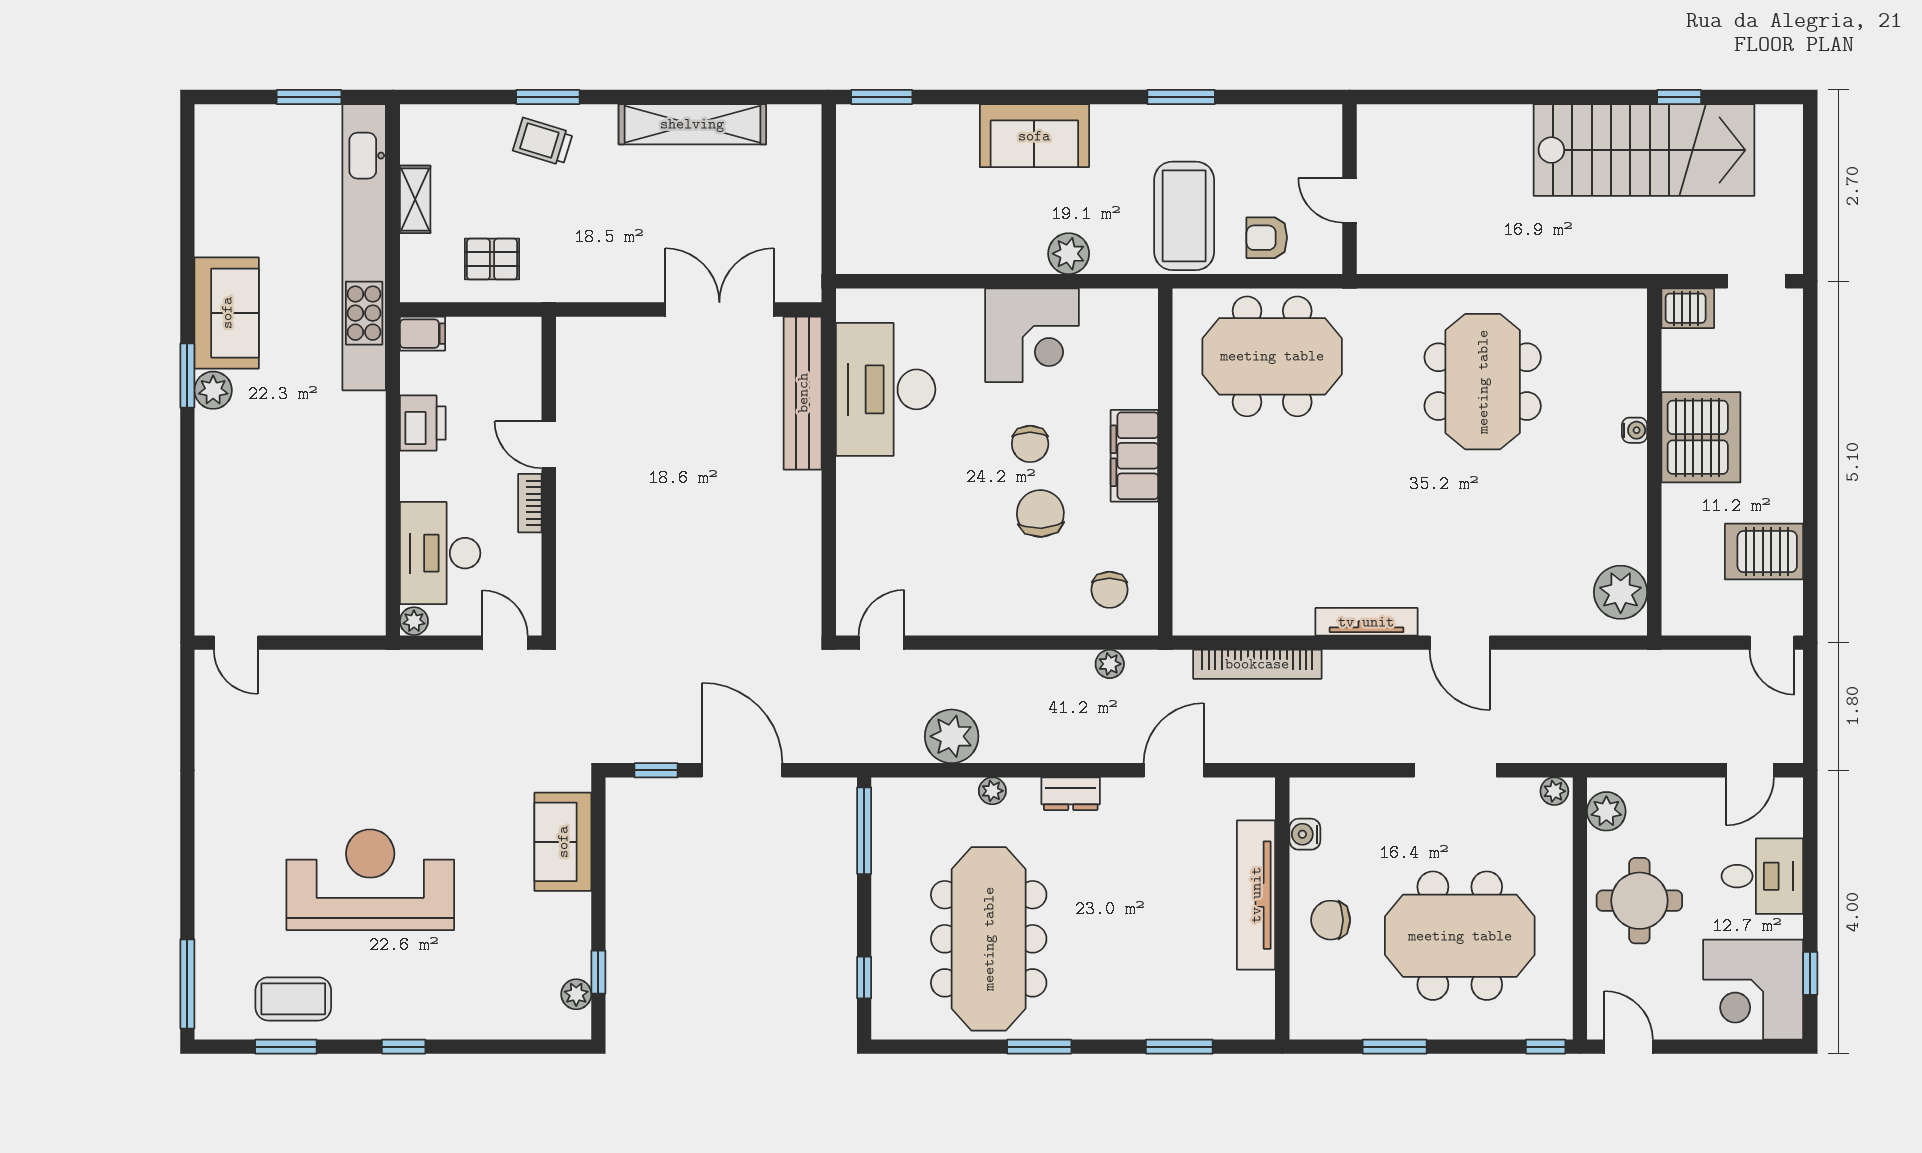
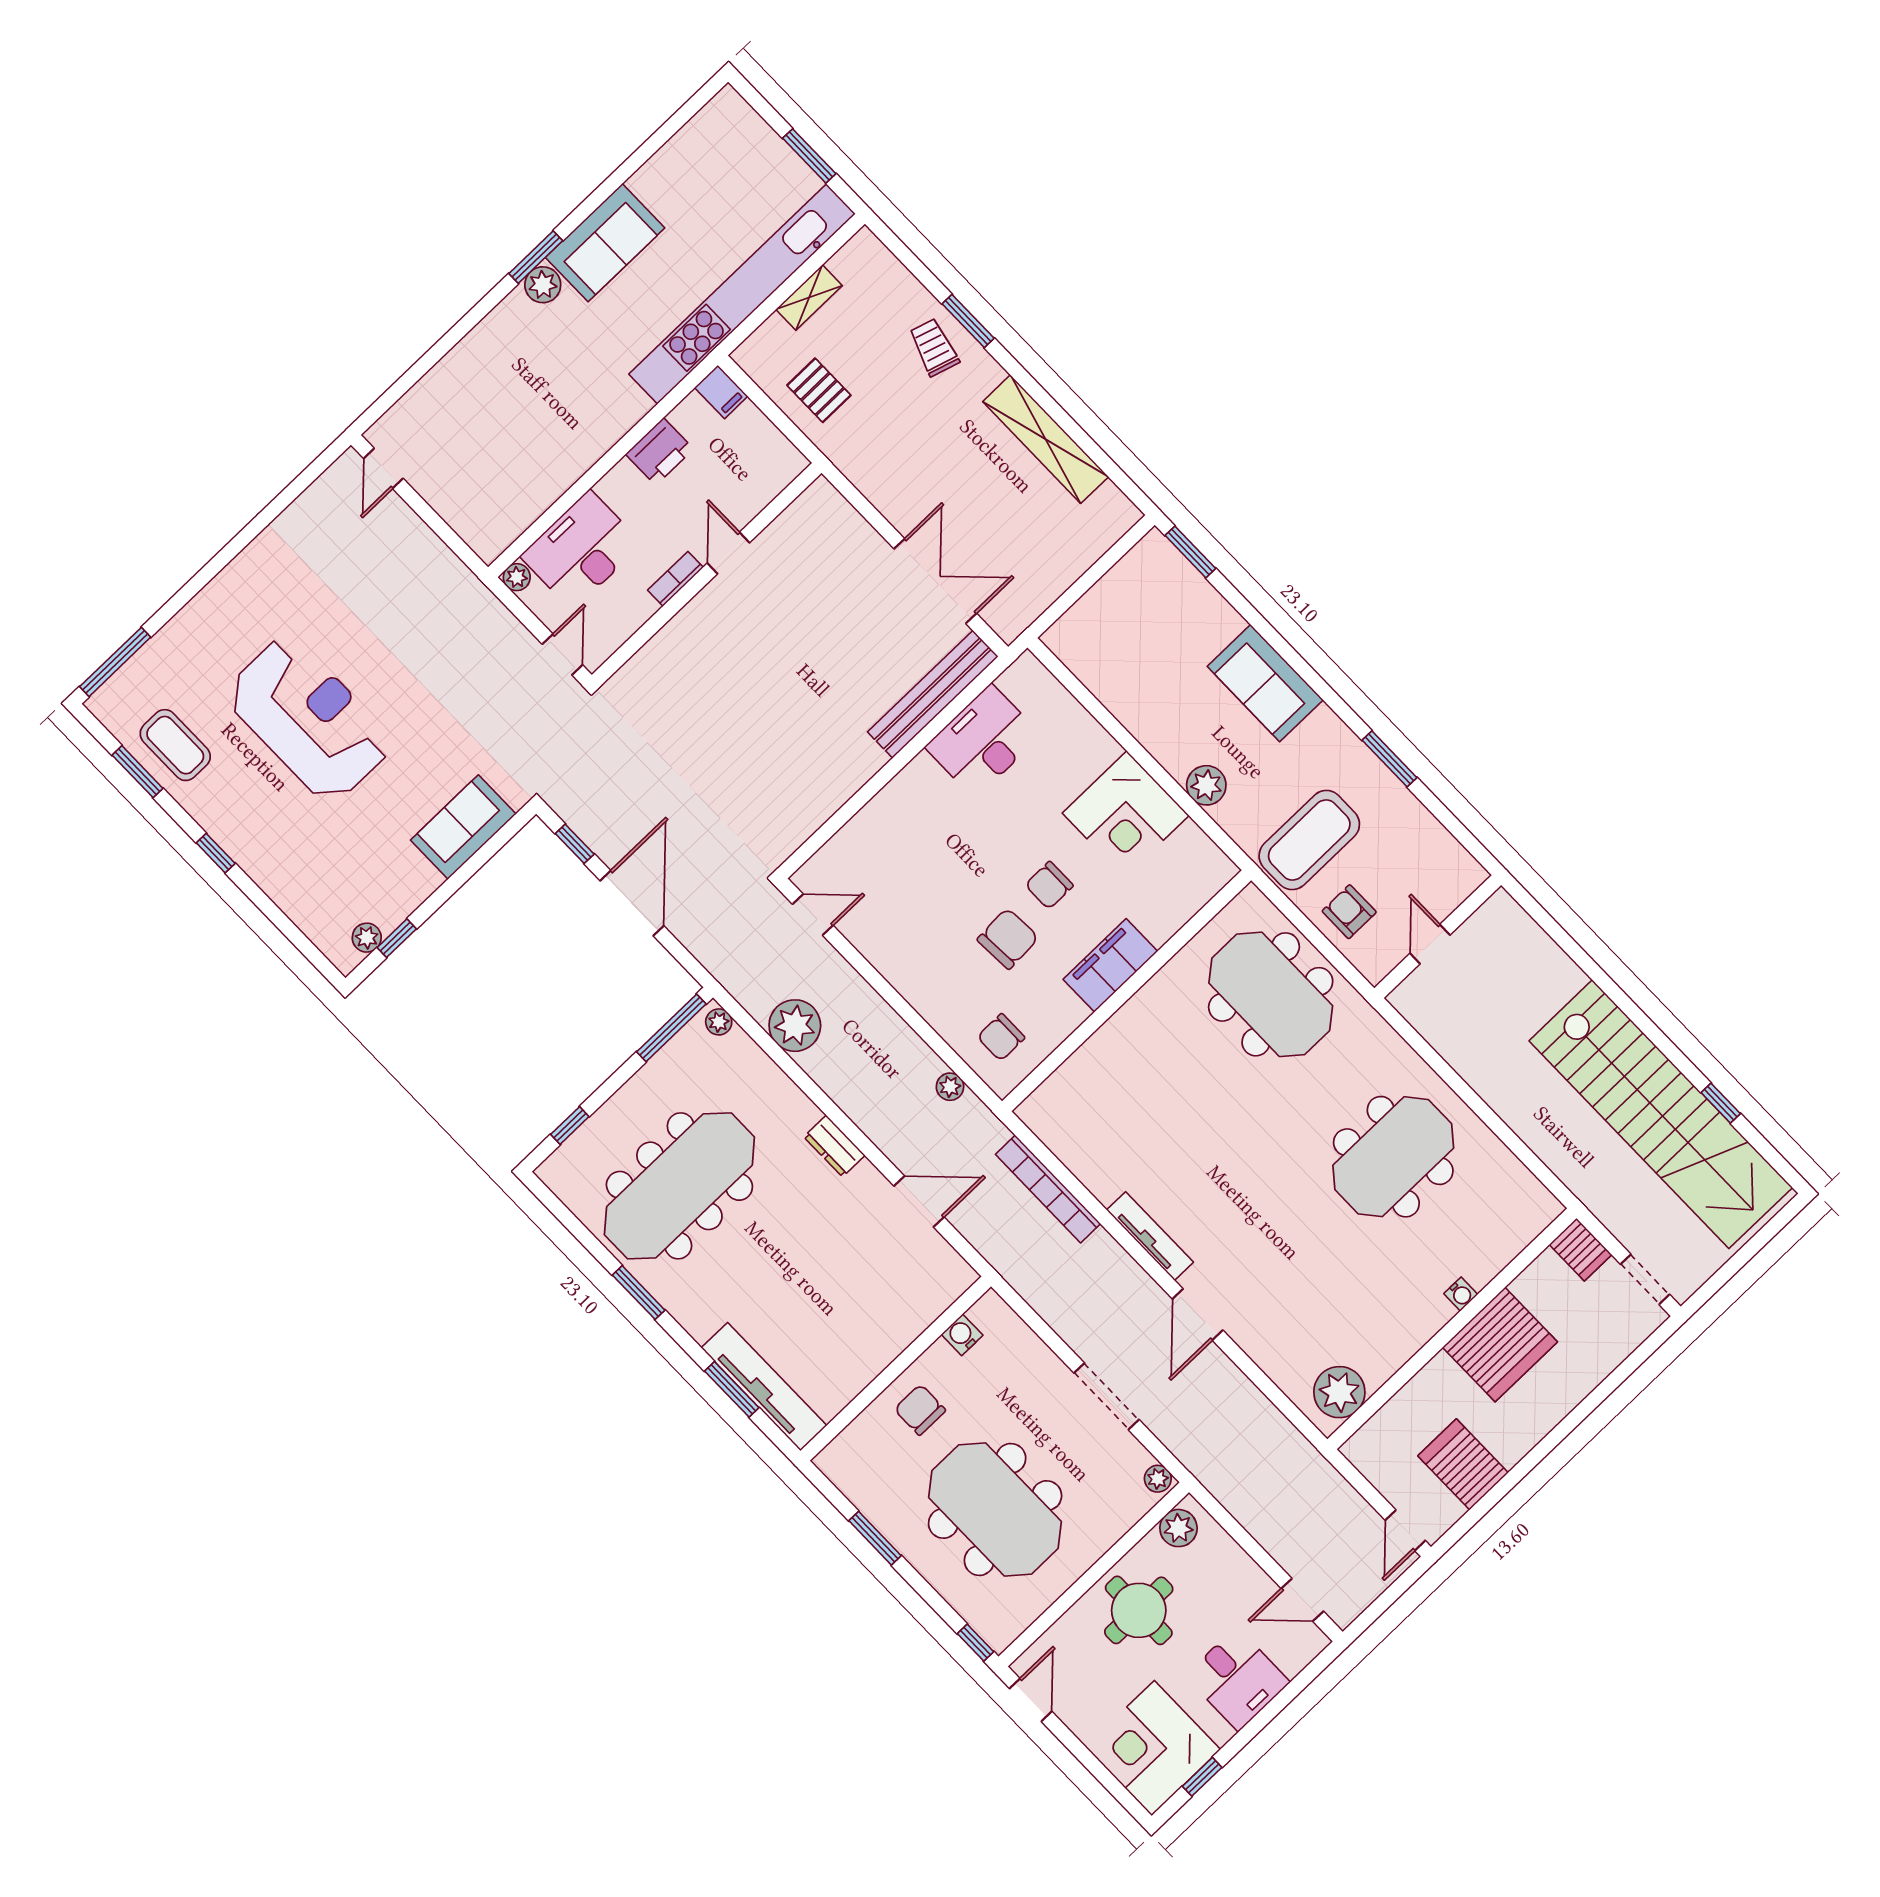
stairs: (1644, 150) -> (1661, 1114), width x1.36
desk: (886, 389) -> (983, 741), width x0.73, depth x0.77
plant: (992, 791) -> (719, 1022), moved
tv unit: (1256, 895) -> (764, 1387), moved, turned 90

